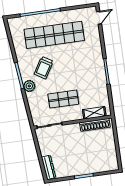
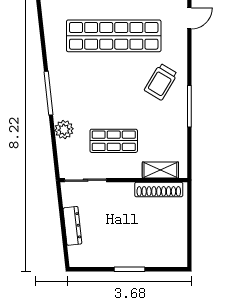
trolley: (44, 68) -> (161, 82), moved
plant: (29, 86) -> (64, 130), moved
dresser: (49, 167) -> (72, 226), moved

